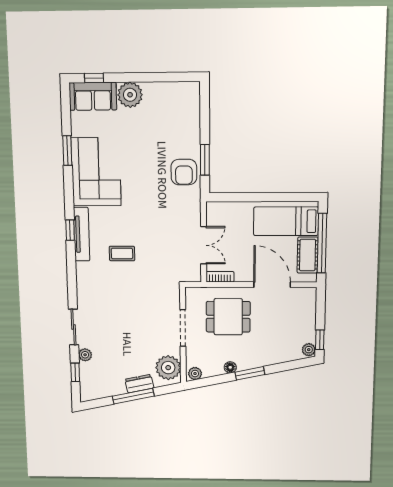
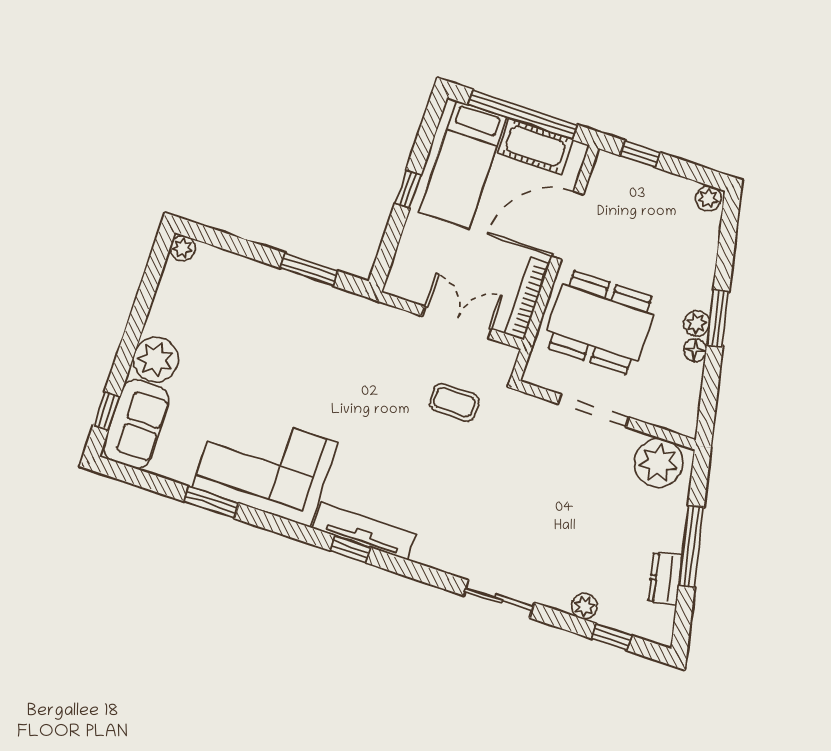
plant: (193, 88) -> (183, 248), added
armchair: (184, 172) -> (317, 313), removed
window: (264, 197) -> (408, 189), added
coffee table: (122, 253) -> (454, 402), moved, turned 90
bookcase: (220, 277) -> (527, 299), width x1.56
dining table: (228, 317) -> (600, 322), width x1.38
sliding door: (74, 327) -> (499, 599), moved
window: (320, 340) -> (640, 154), moved
plant: (195, 374) -> (697, 323), moved
dresser: (139, 384) -> (665, 578), moved

